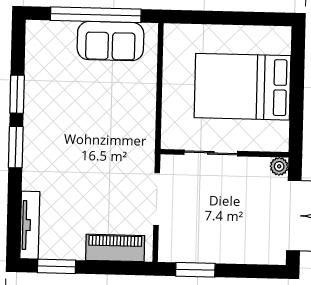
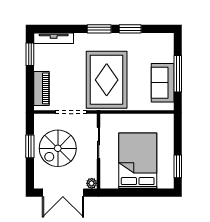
window: (96, 15) -> (178, 74), width x0.68
window: (254, 19) -> (178, 166), added
rug: (103, 136) -> (107, 80), added
spiral stairs: (218, 223) -> (58, 148), added
window: (195, 270) -> (30, 146), moved

